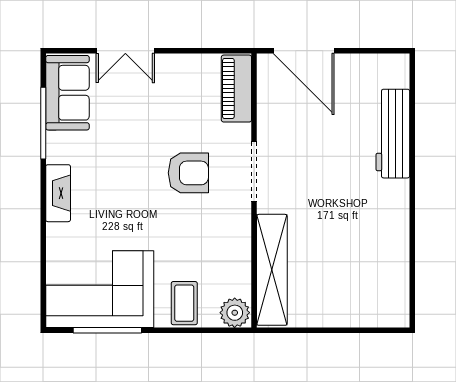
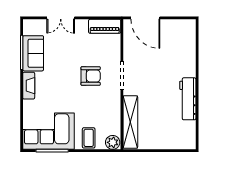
piano: (236, 89) -> (105, 26), moved, turned -90
sofa: (67, 93) -> (33, 53), moved
workbench: (393, 134) -> (188, 99), moved

